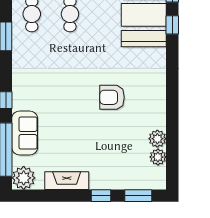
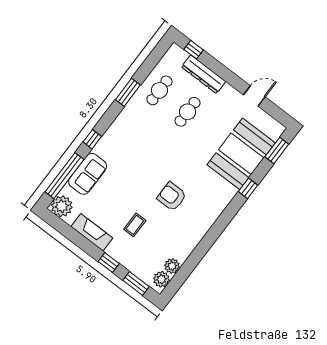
window: (172, 25) -> (248, 188), moved
plant: (157, 139) -> (161, 279), moved
coffee table: (99, 146) -> (135, 225), added

